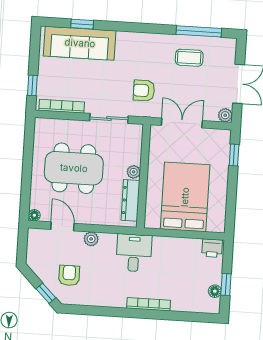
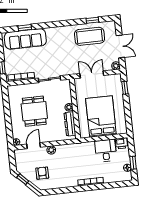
window: (199, 31) -> (92, 20), width x0.46
coffee table: (189, 58) -> (90, 36), width x1.86, depth x1.72
armchair: (144, 91) -> (67, 60), removed
dining table: (74, 168) -> (34, 111), width x0.73
door: (62, 226) -> (34, 146), hinge flipped
desk: (134, 253) -> (106, 151), moved
window: (46, 293) -> (23, 179), moved

